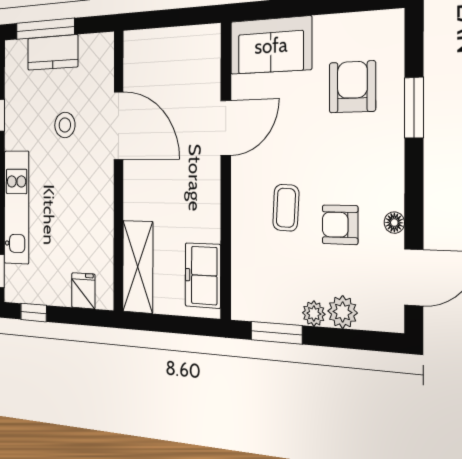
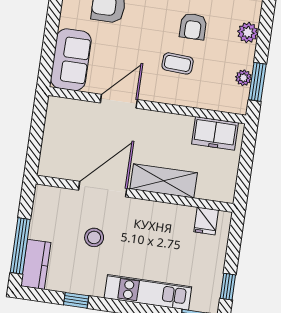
kitchen counter: (53, 52) -> (36, 264), moved
door: (226, 128) -> (119, 101), hinge flipped
shelving: (138, 267) -> (164, 181), moved
fridge: (83, 291) -> (206, 221), moved, turned -90
plant: (314, 314) -> (244, 78), moved

